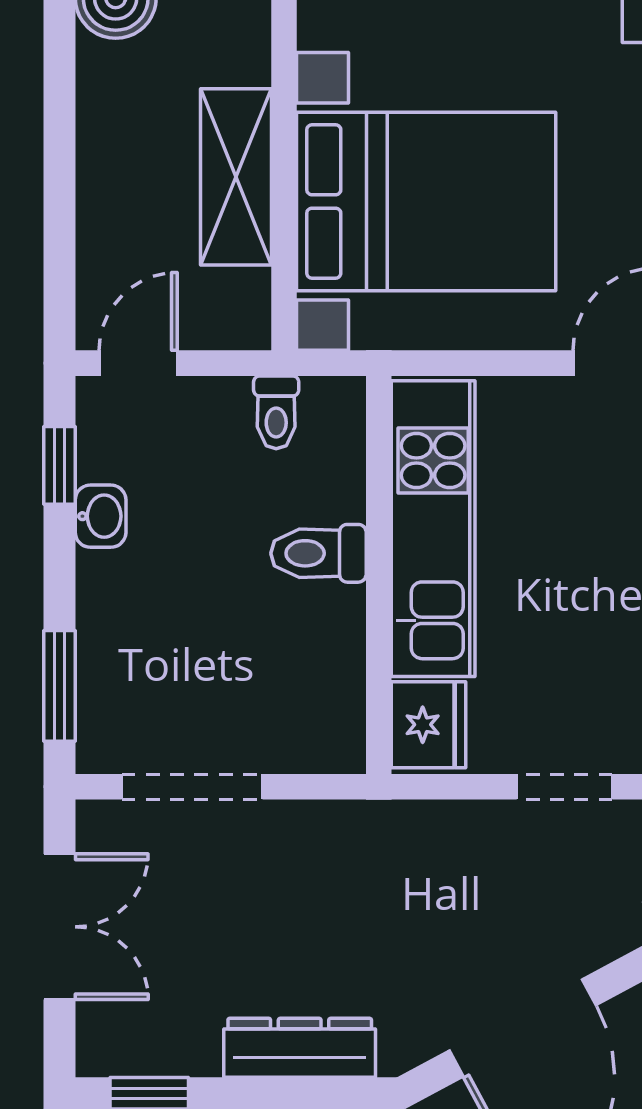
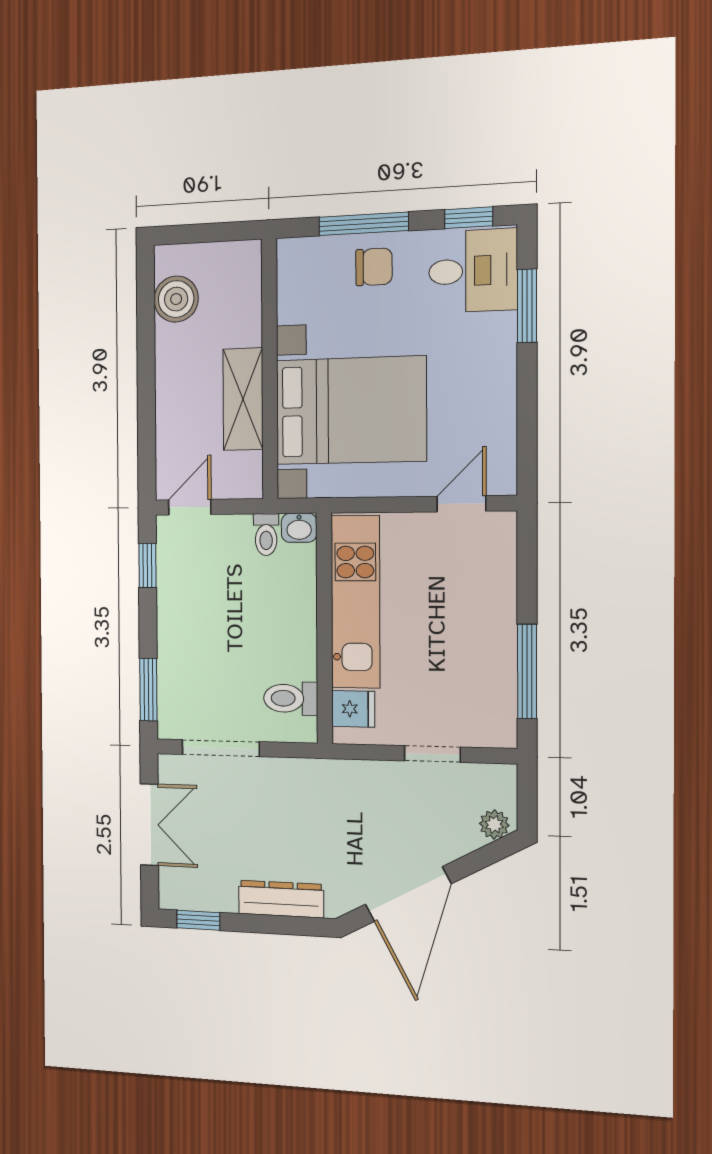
washbasin: (101, 516) -> (299, 528), moved, turned 90
toilet: (318, 553) -> (291, 698), moved
fridge: (429, 725) -> (353, 709), width x0.72

